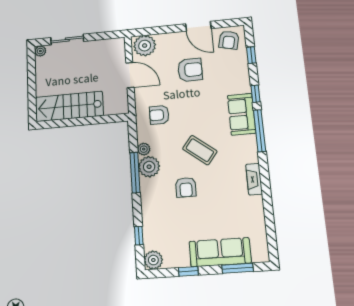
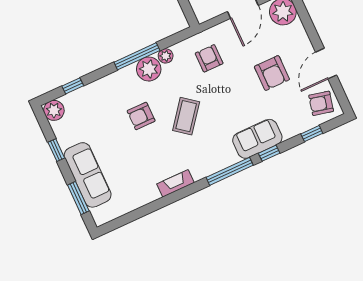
sofa: (242, 114) -> (257, 139), moved

